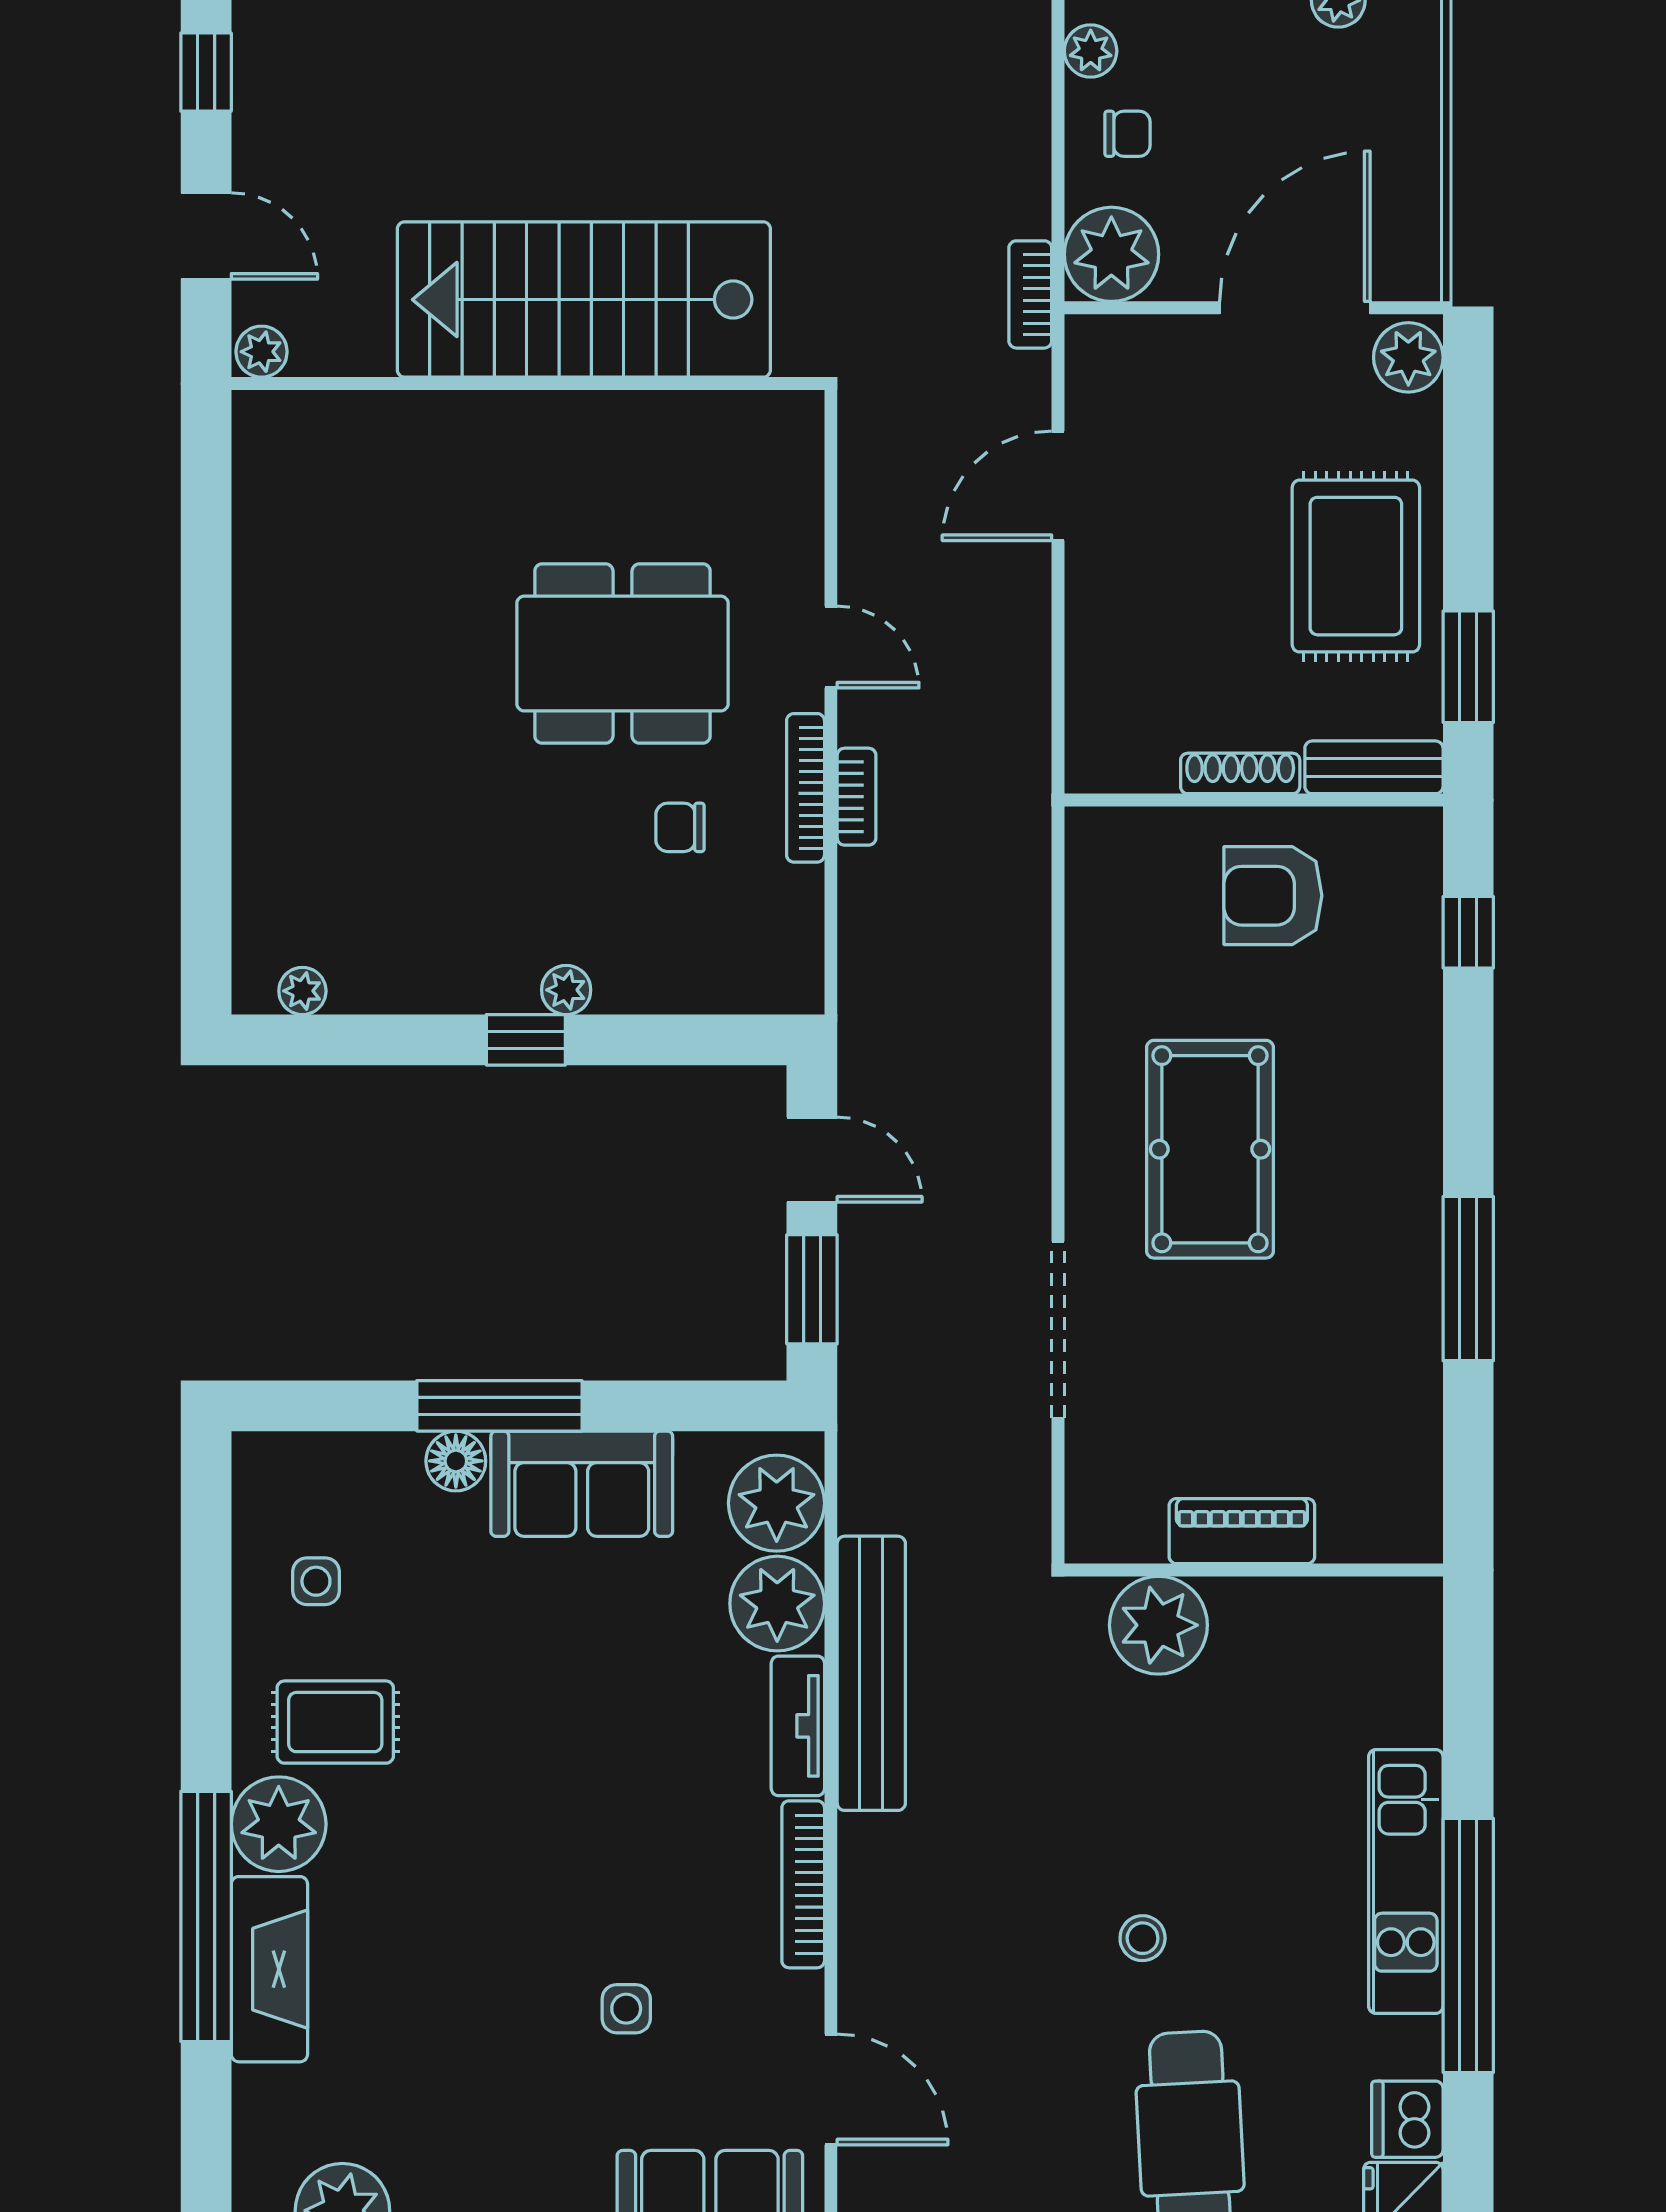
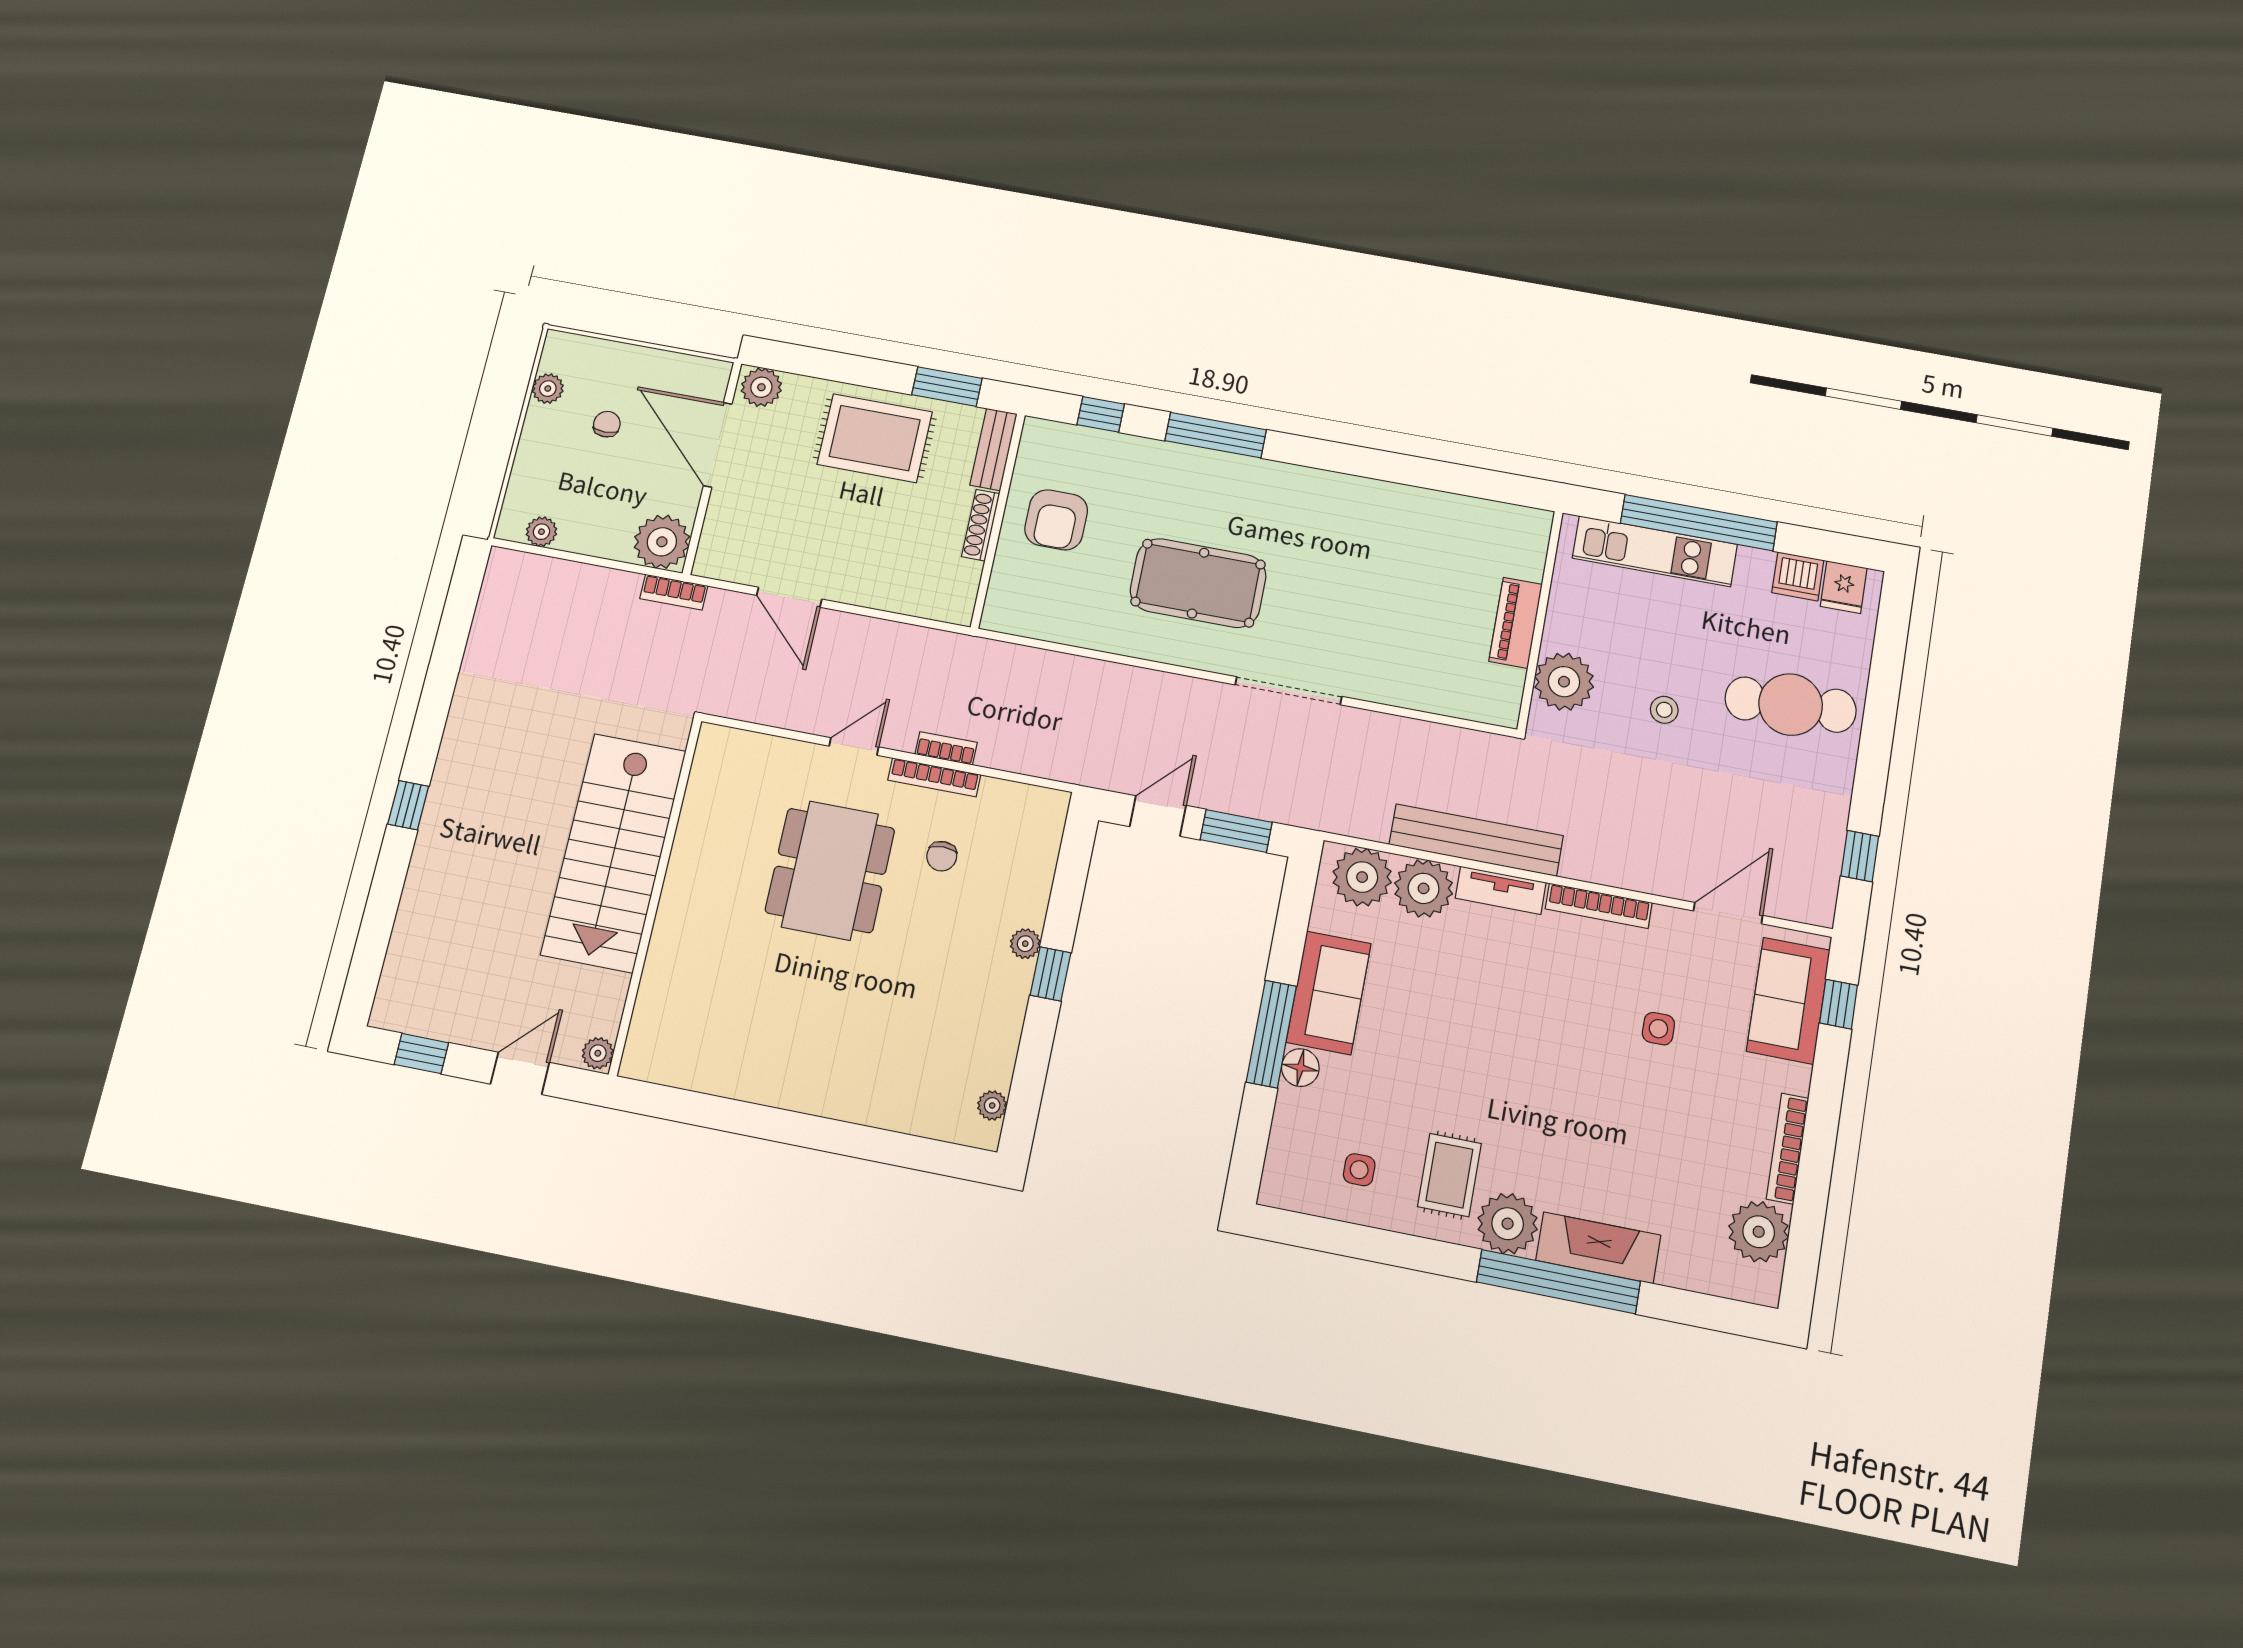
chair: (1128, 134) -> (607, 424), moved
window: (1468, 1279) -> (1216, 435), moved
piano: (1242, 1531) -> (1516, 623), moved
wall: (1254, 1570) -> (1540, 620), moved
plant: (1158, 1625) -> (1564, 682), moved

